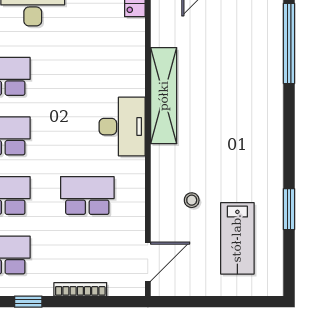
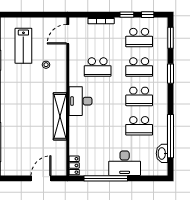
lab bench: (237, 238) -> (23, 46), turned 180

